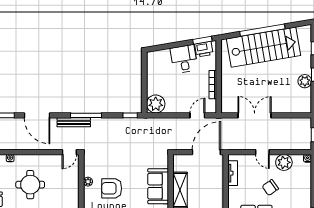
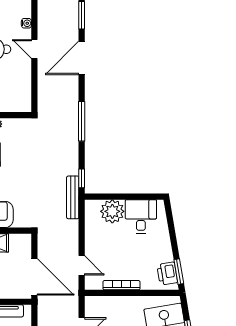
desk: (184, 59) -> (141, 216), moved, turned -80
plant: (156, 104) -> (112, 211), moved
bench: (74, 122) -> (73, 197), moved
door: (69, 152) -> (34, 49), moved

